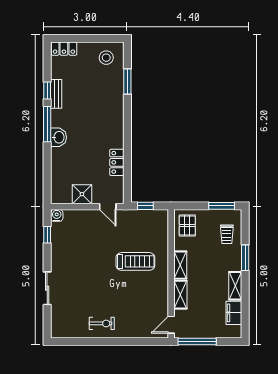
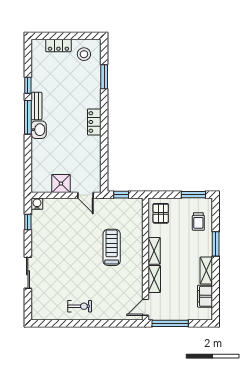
locker: (64, 49) -> (58, 46), moved
bench: (56, 94) -> (37, 106), moved
locker: (117, 162) -> (94, 122), moved
treadmill: (135, 261) -> (112, 247), turned -90

